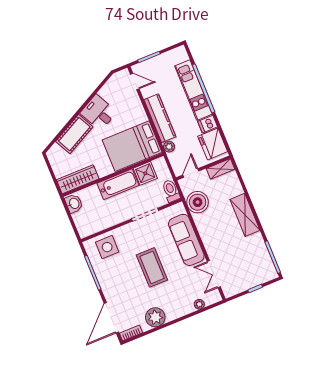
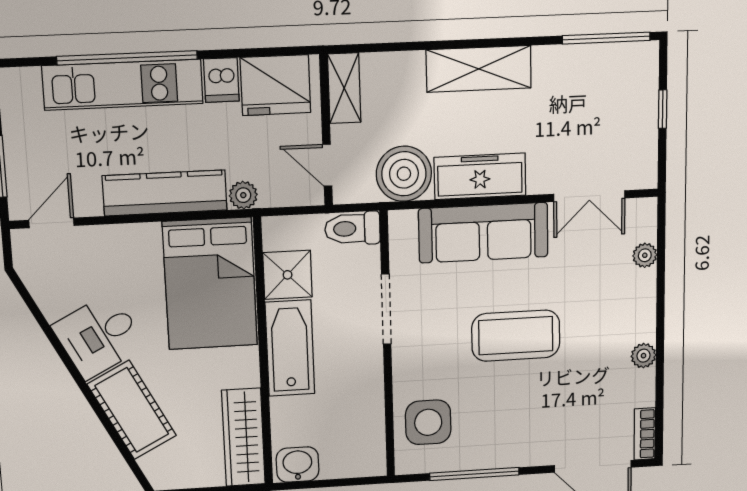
freezer: (207, 230) -> (480, 176), added
plant: (155, 317) -> (644, 356), width x0.53, depth x0.53

